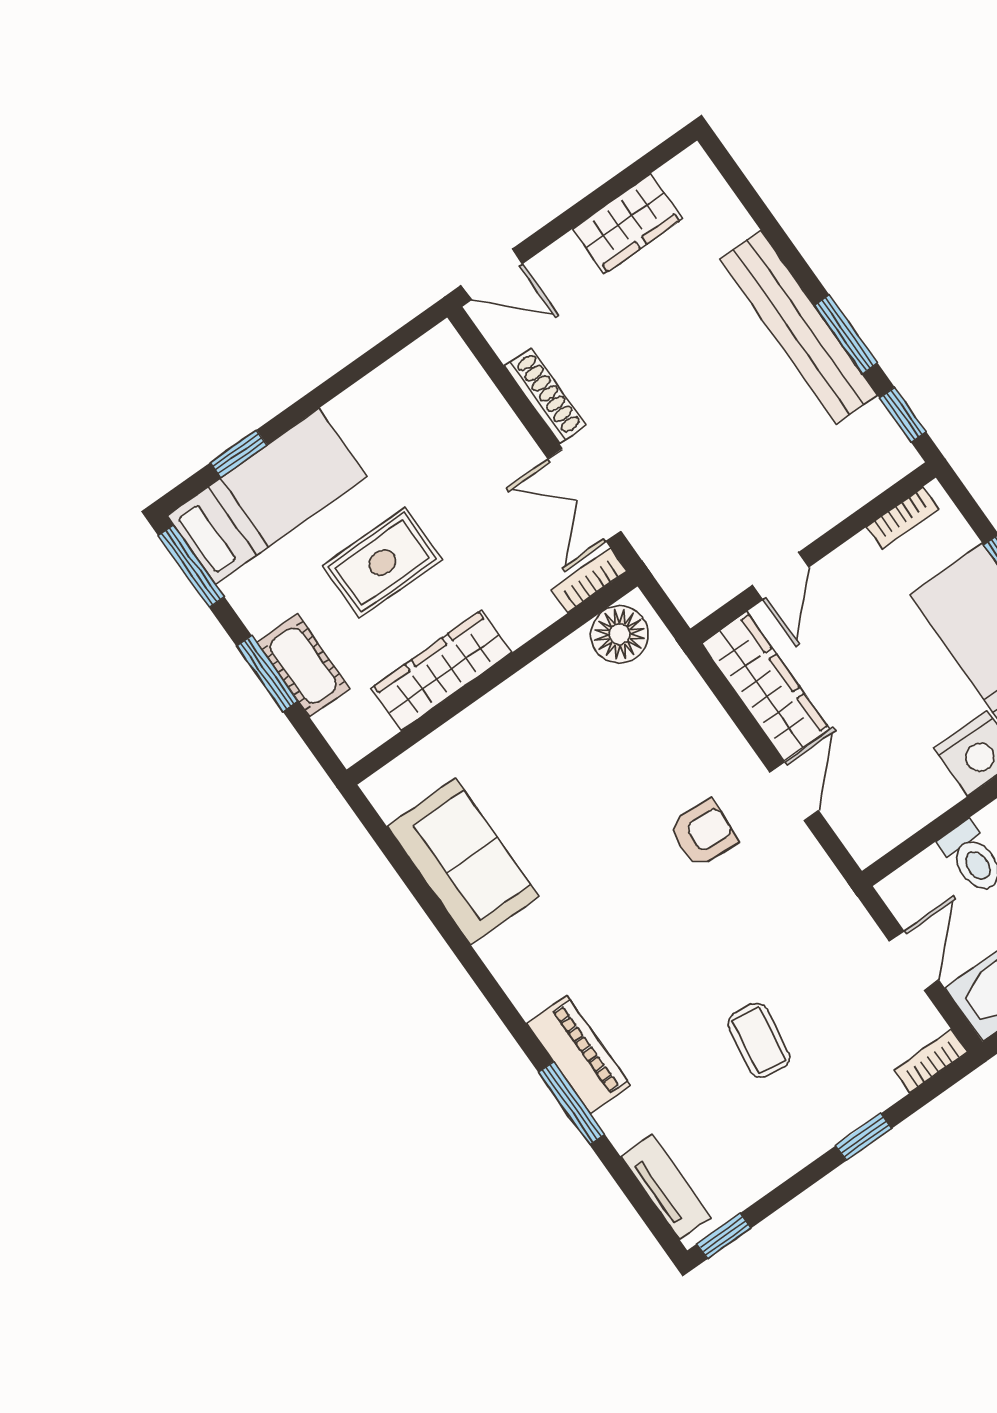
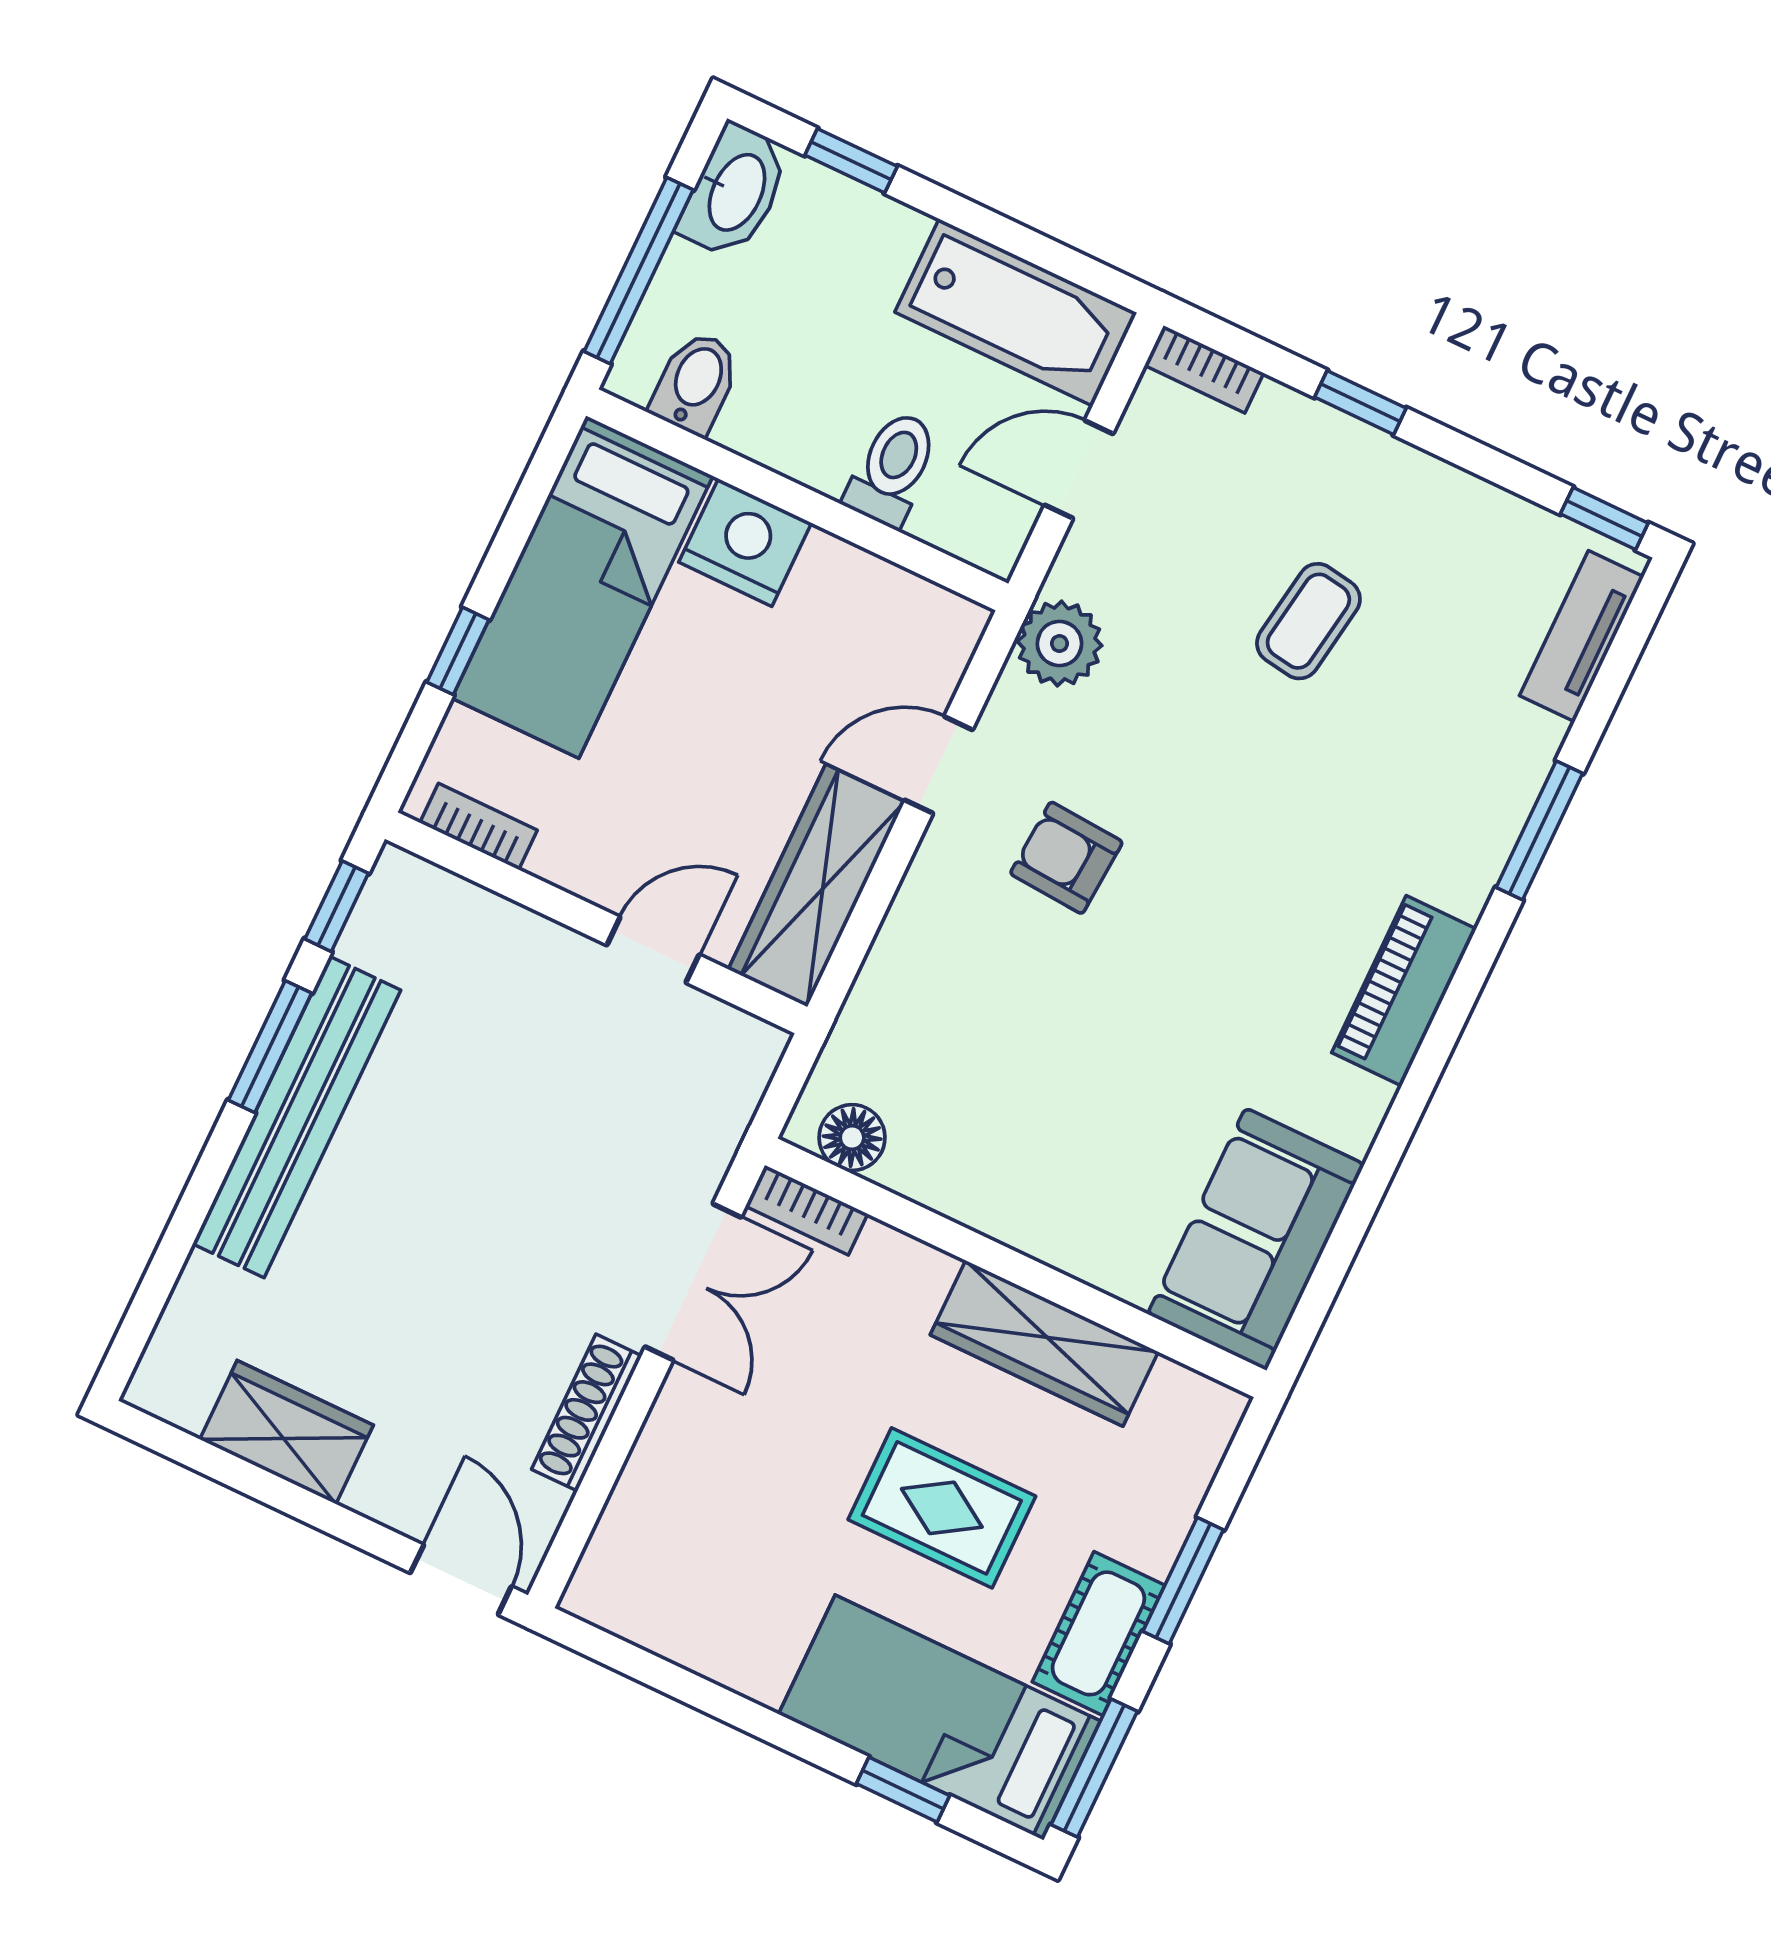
floor lamp: (619, 634) -> (852, 1138), width x0.73, depth x0.73
cot: (303, 666) -> (1098, 1633), moved
sofa: (463, 861) -> (1256, 1239), moved
plant: (824, 896) -> (1059, 643), added
piano: (579, 1055) -> (1404, 991), moved

